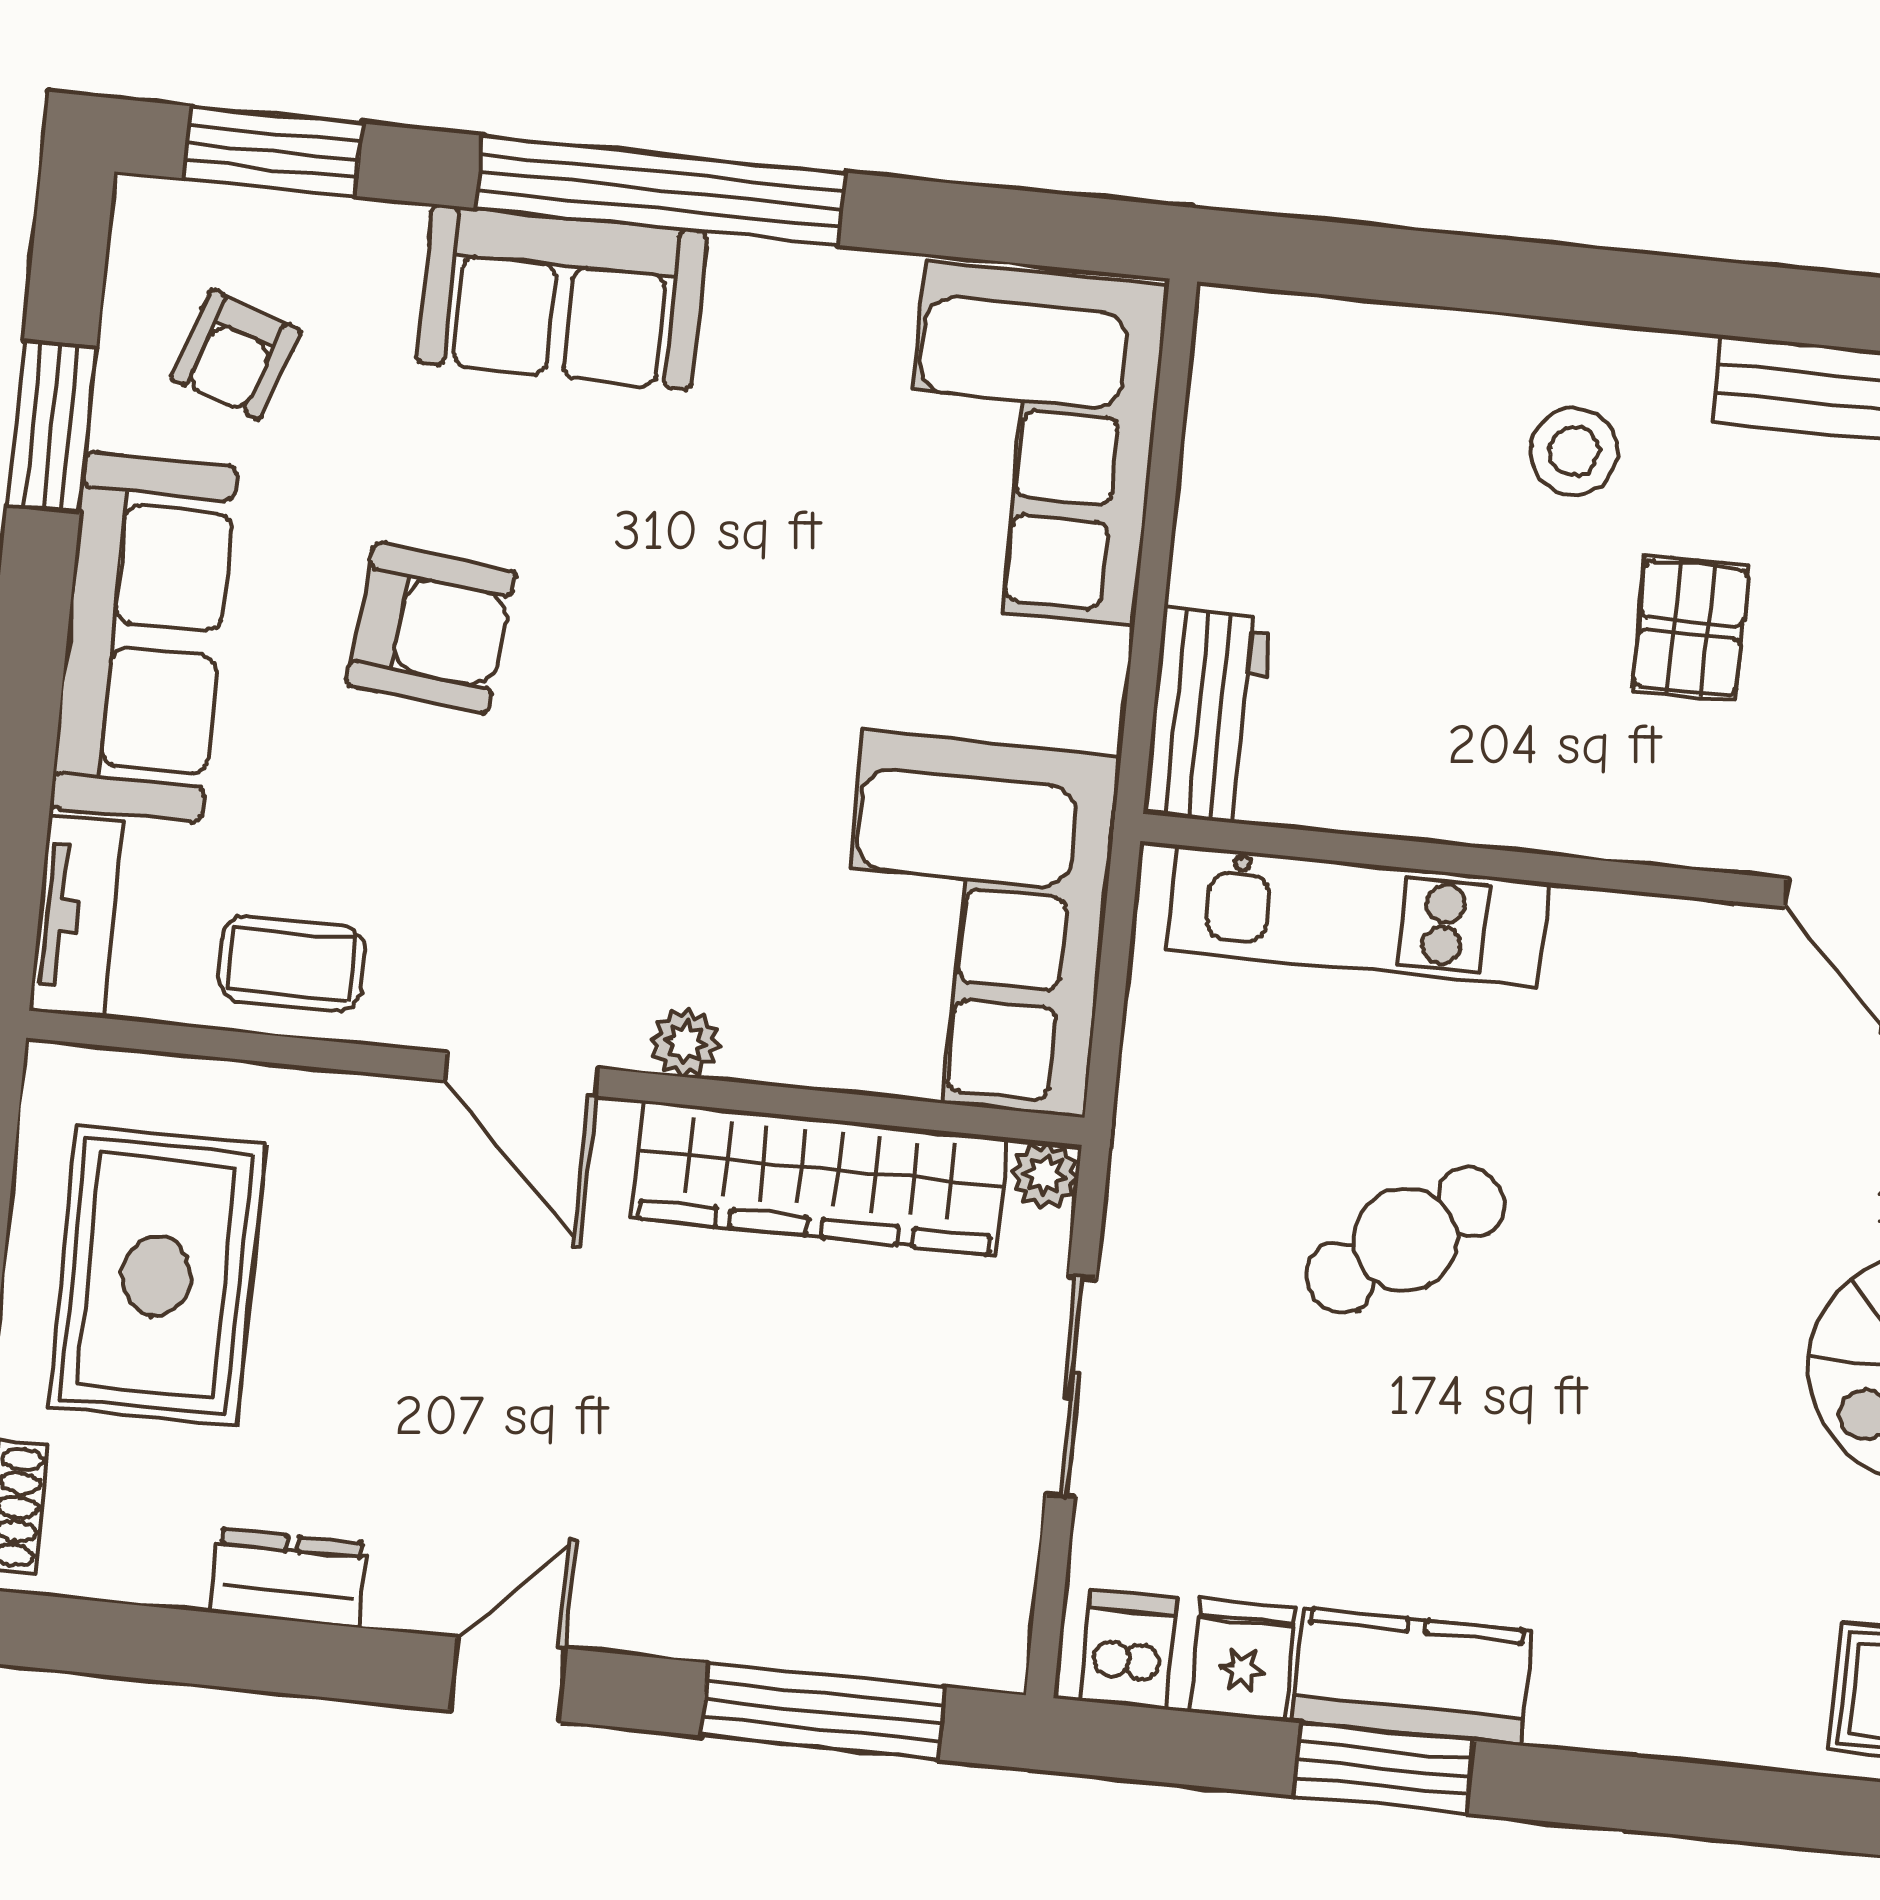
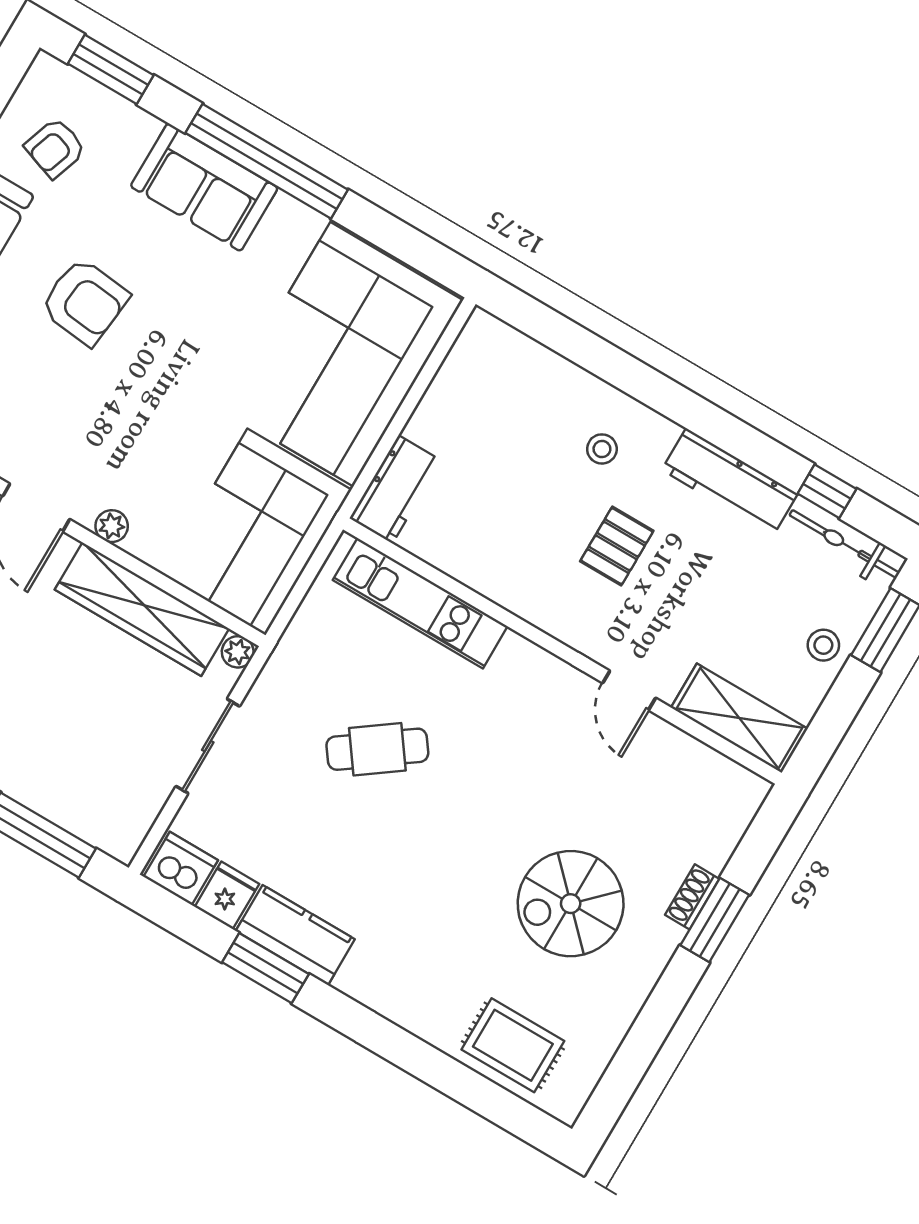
corner sofa: (1031, 443) -> (342, 354), width x1.36, depth x1.36
stool: (1574, 451) -> (602, 449), width x0.73, depth x0.73
dishwasher: (1128, 1649) -> (181, 868), width x1.38

